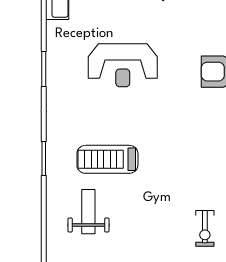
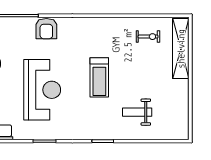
reception desk: (123, 65) -> (42, 90), width x1.36, depth x1.30
treadmill: (107, 159) -> (99, 77), moved

